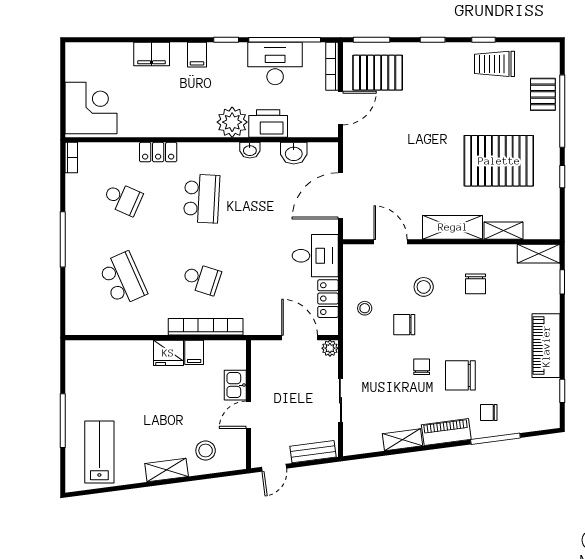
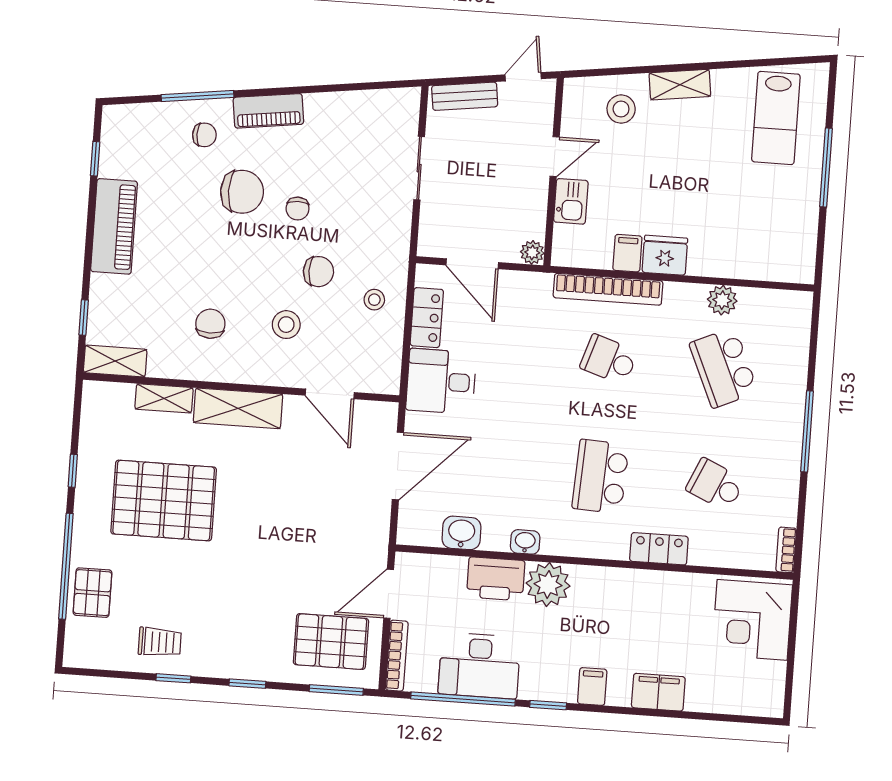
trolley: (494, 64) -> (160, 642), width x0.73, depth x0.72
plant: (127, 325) -> (722, 300), added
plant: (330, 348) -> (532, 252), moved
shelving: (402, 440) -> (333, 104), removed

